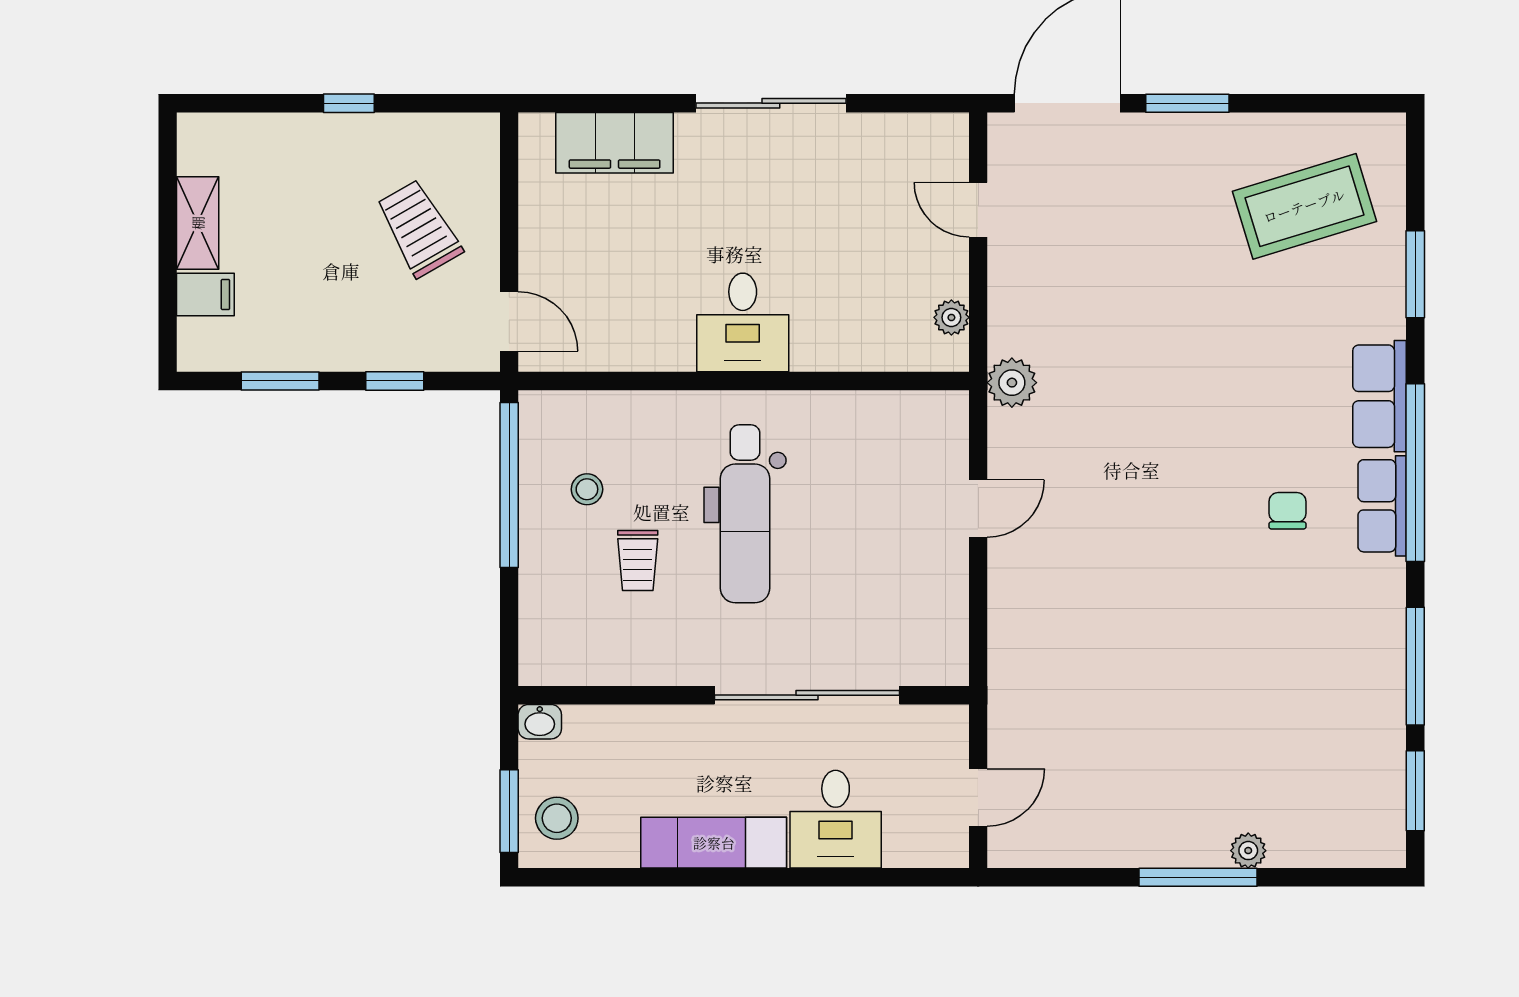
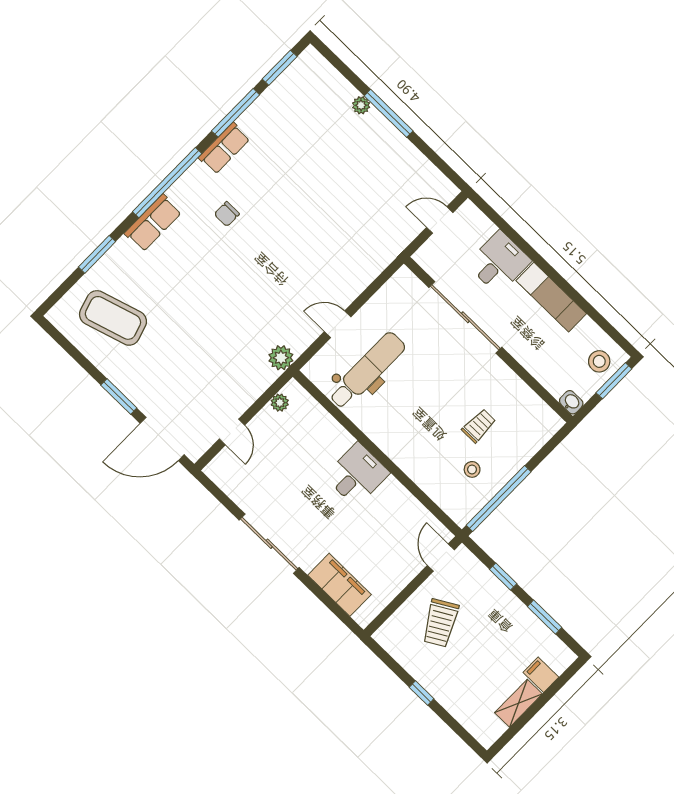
row of seats: (1382, 506) -> (224, 148), moved
dental chair: (745, 514) -> (367, 371), moved

